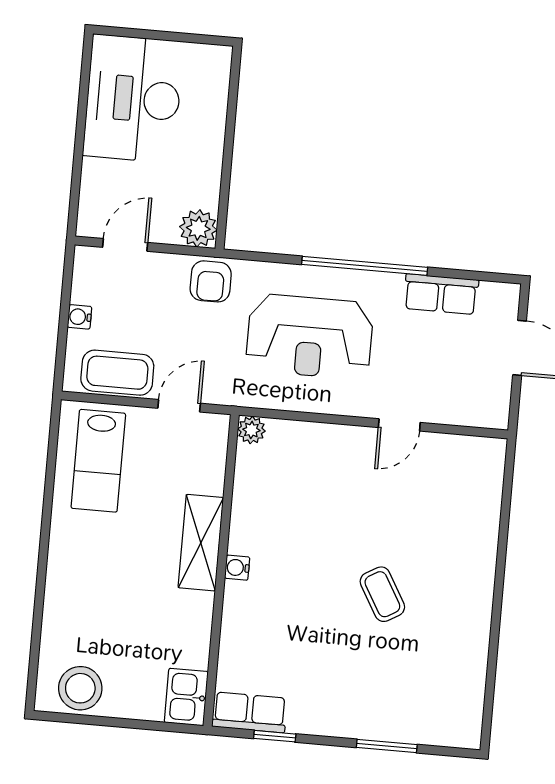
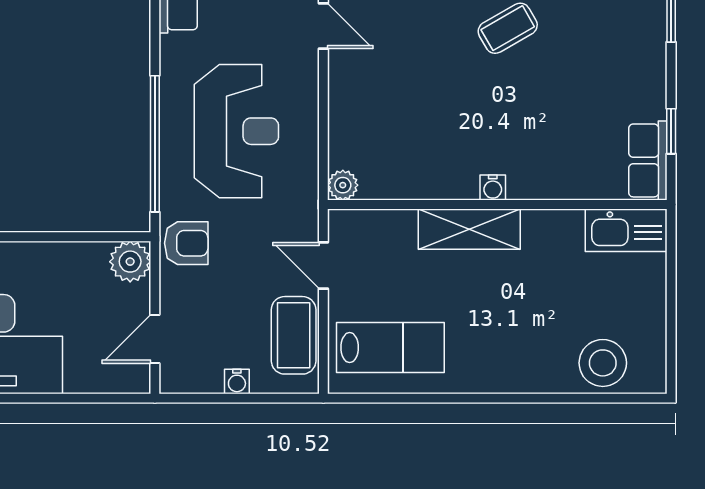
door: (125, 245) -> (155, 339), hinge flipped
window: (365, 266) -> (155, 144), moved
stool: (80, 688) -> (603, 363), moved
kitchen sink: (186, 697) -> (626, 230), width x1.38

